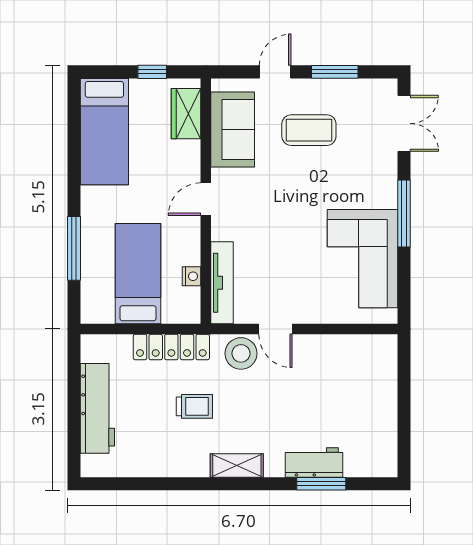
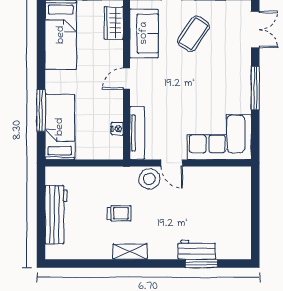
coffee table: (309, 130) -> (194, 34), turned -56
corner sofa: (362, 259) -> (219, 137), moved, turned 90
bed: (138, 274) -> (60, 127), moved
locker: (171, 347) -> (104, 175), removed
shelving: (237, 465) -> (130, 252), moved

